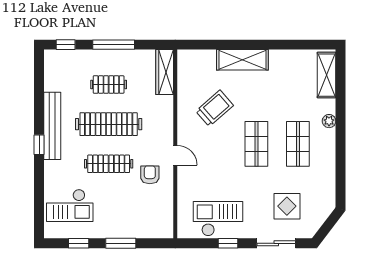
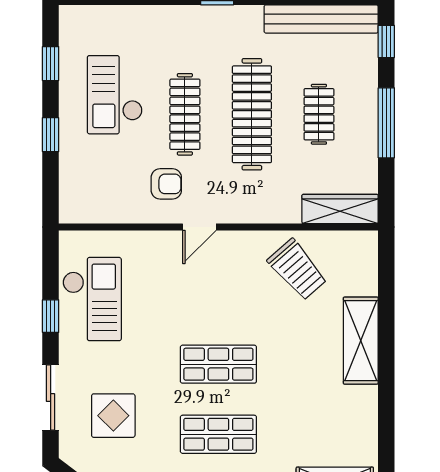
trolley: (214, 108) -> (297, 270), moved
bench: (52, 126) -> (321, 19), moved
checkout: (70, 205) -> (115, 95), moved
window: (121, 243) -> (51, 135), width x0.67

